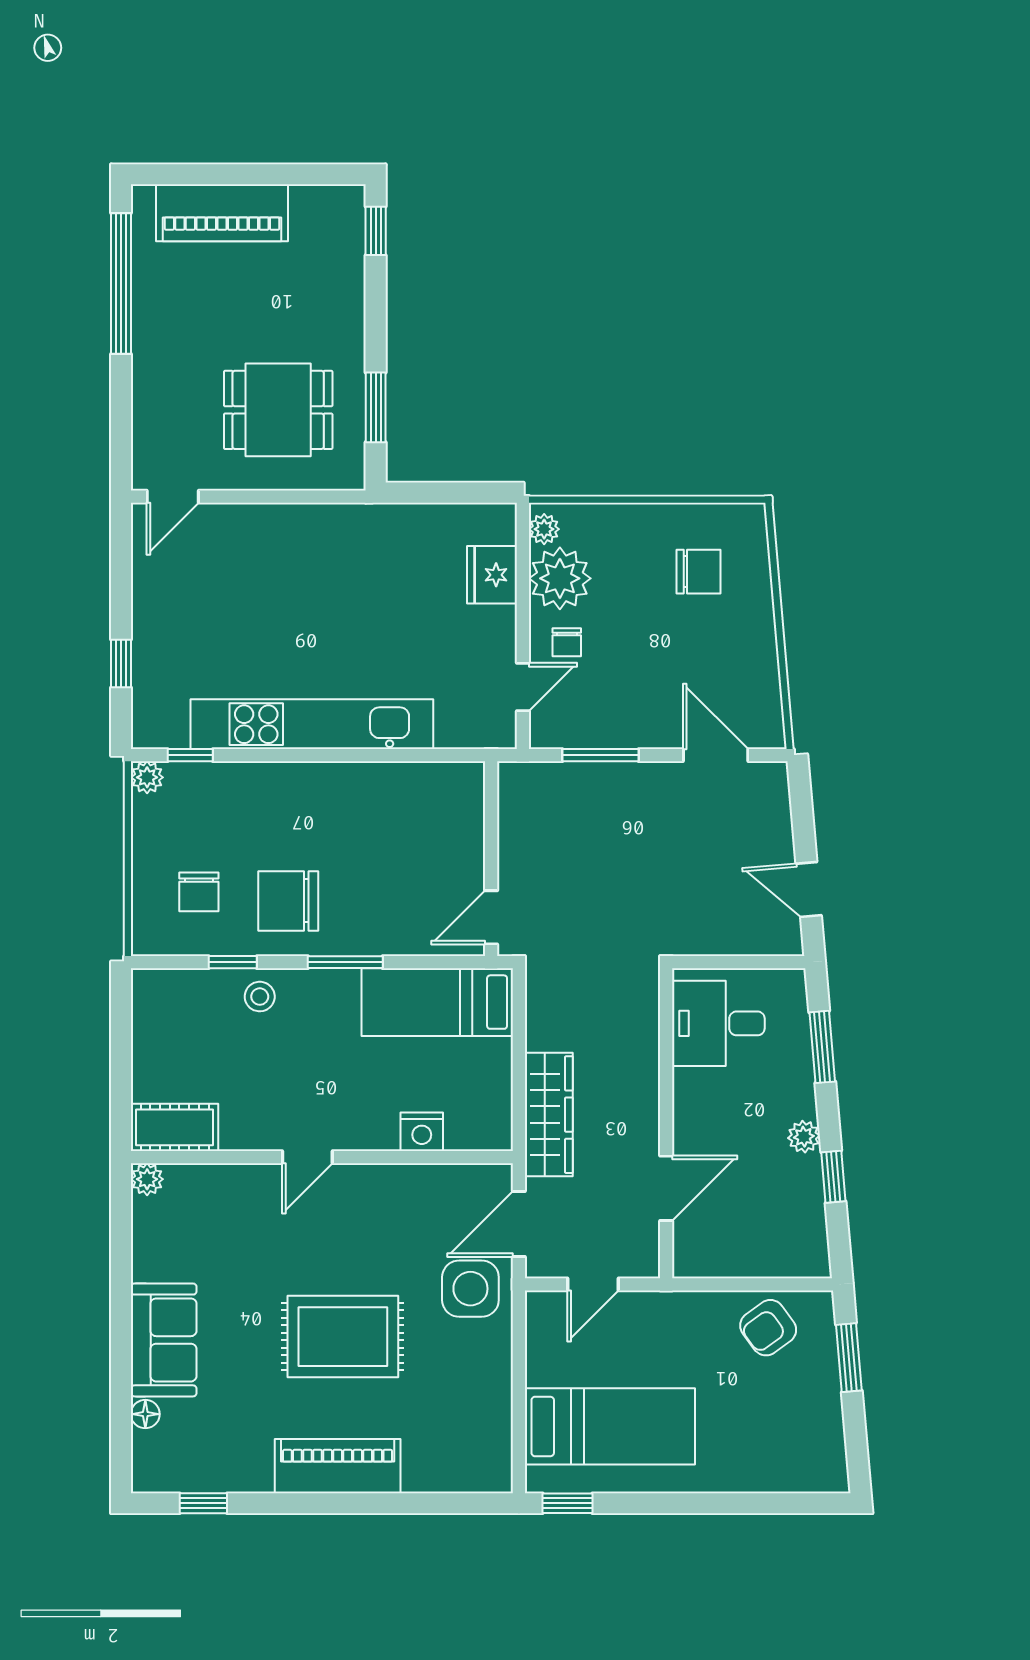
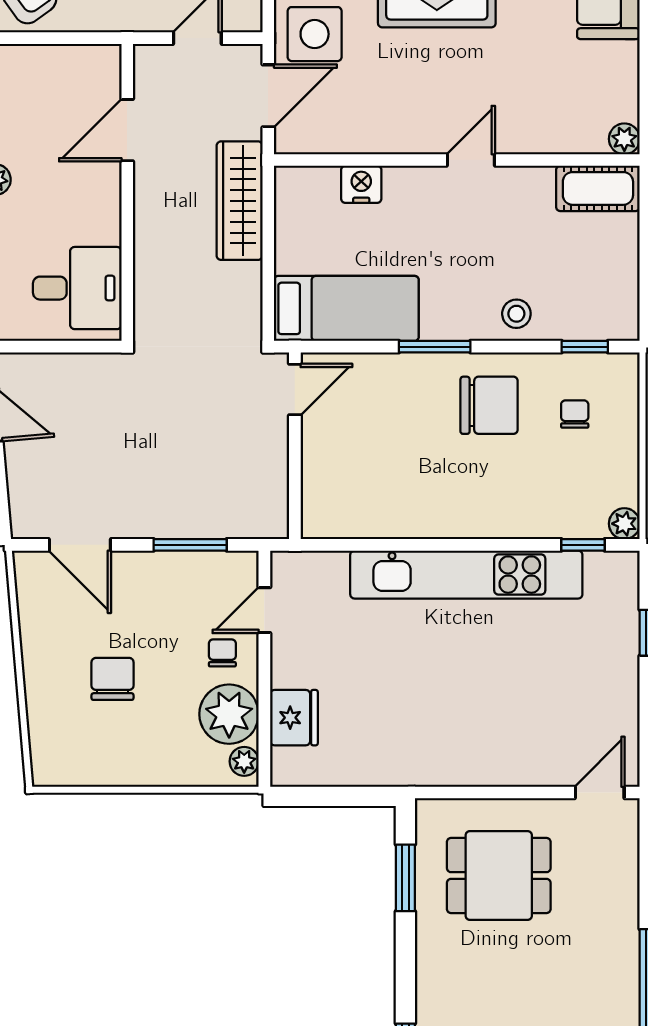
chair: (699, 572) -> (113, 679), moved, turned 90
chair: (199, 892) -> (575, 414), width x0.73, depth x0.73
window: (233, 962) -> (585, 347), moved

